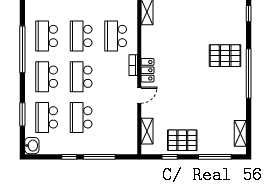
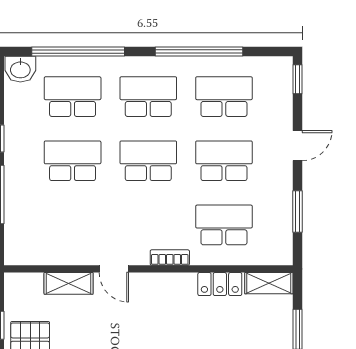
locker: (147, 70) -> (220, 284), moved
window: (22, 114) -> (78, 52), width x2.11
shelving: (147, 131) -> (69, 283), moved

